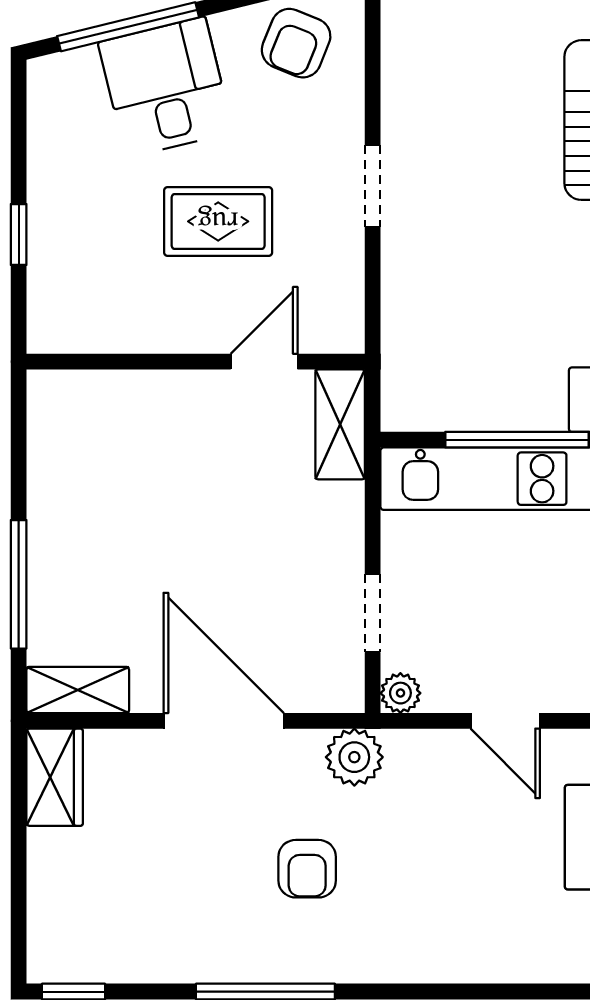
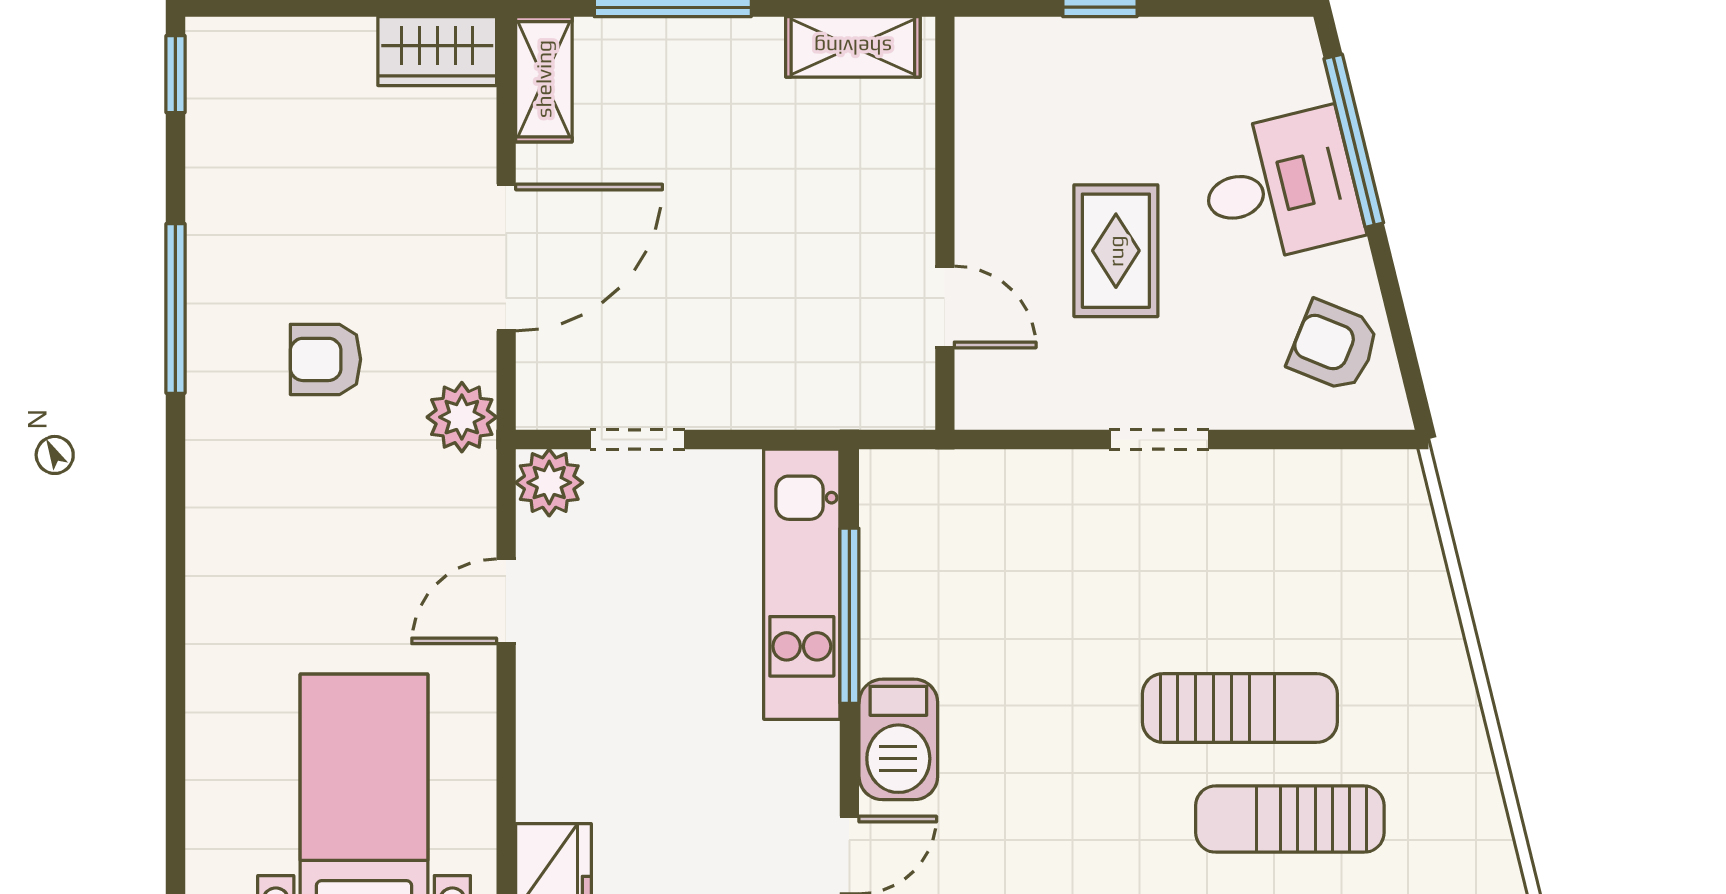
shelving: (340, 424) -> (853, 47), moved
plant: (400, 693) -> (549, 483), width x1.38, depth x1.38

